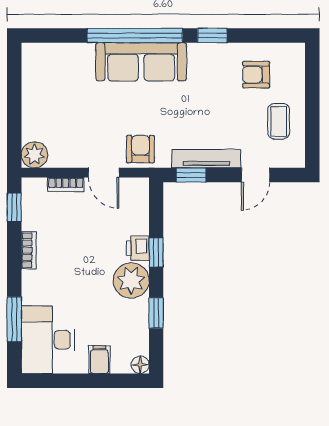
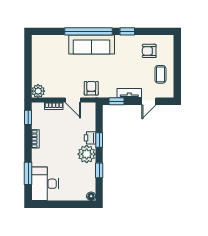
tv unit: (206, 159) -> (129, 93), width x0.71
filing cabinet: (99, 360) -> (71, 194), removed

